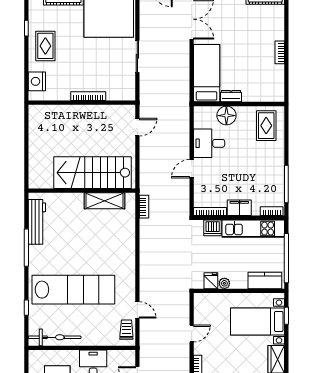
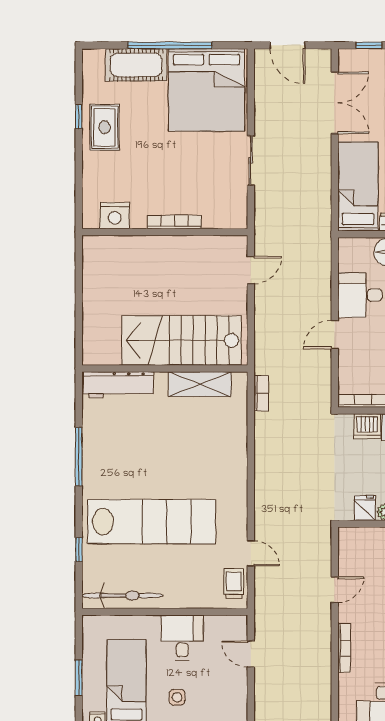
rug: (45, 46) -> (105, 127), moved
nightstand: (37, 81) -> (115, 216), moved, turned -90
workbench: (37, 222) -> (118, 385), moved, turned 90

